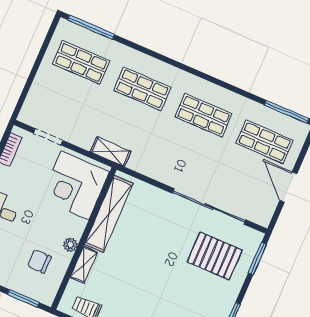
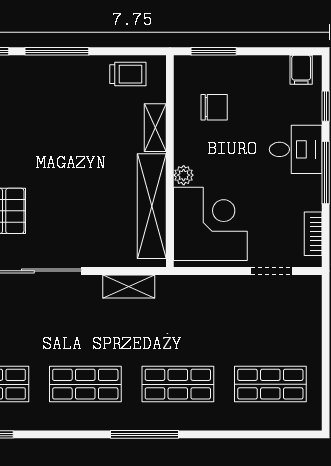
window: (91, 27) -> (145, 434), moved
shelving: (111, 152) -> (129, 286), moved
plant: (70, 245) -> (184, 175), moved

